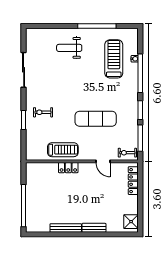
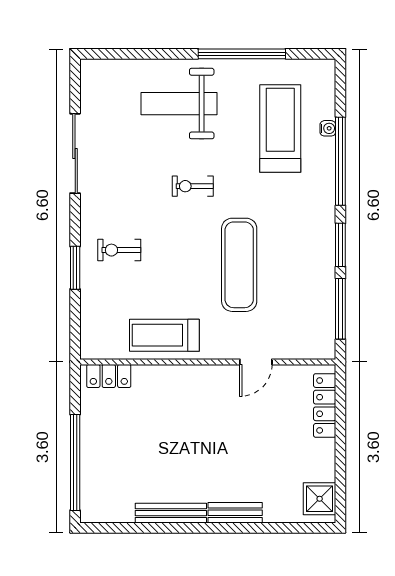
weight bench: (69, 48) -> (179, 104), width x1.36, depth x1.33
exercise mat: (96, 119) -> (239, 265), turned 90
treadmill: (63, 150) -> (164, 335), turned 180
exercise bike: (127, 153) -> (193, 186), moved
door: (103, 161) -> (256, 362), hinge flipped
locker: (68, 168) -> (109, 376), moved

